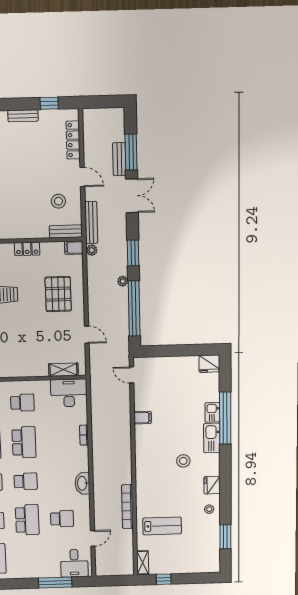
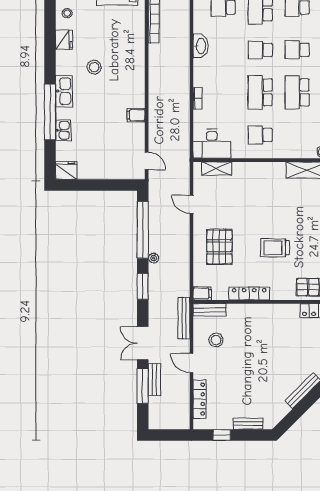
locker: (27, 249) -> (249, 294), width x1.53
plant: (92, 250) -> (184, 290), removed
kitchen sink: (212, 412) -> (63, 130), moved

